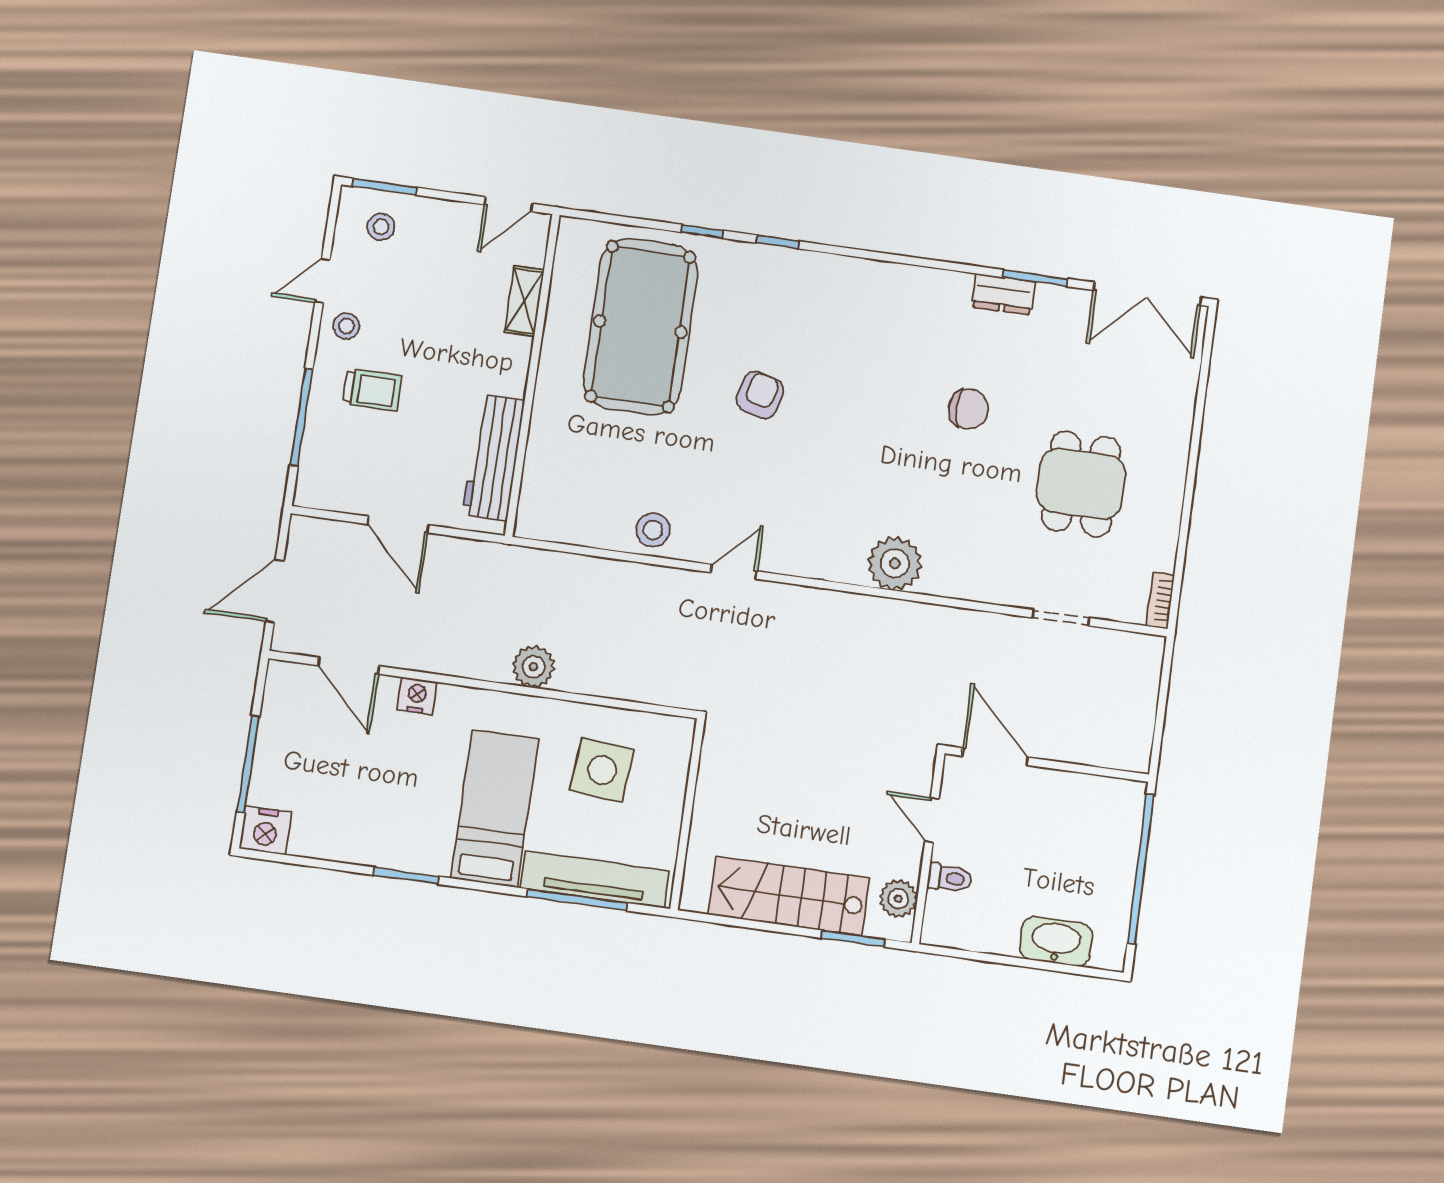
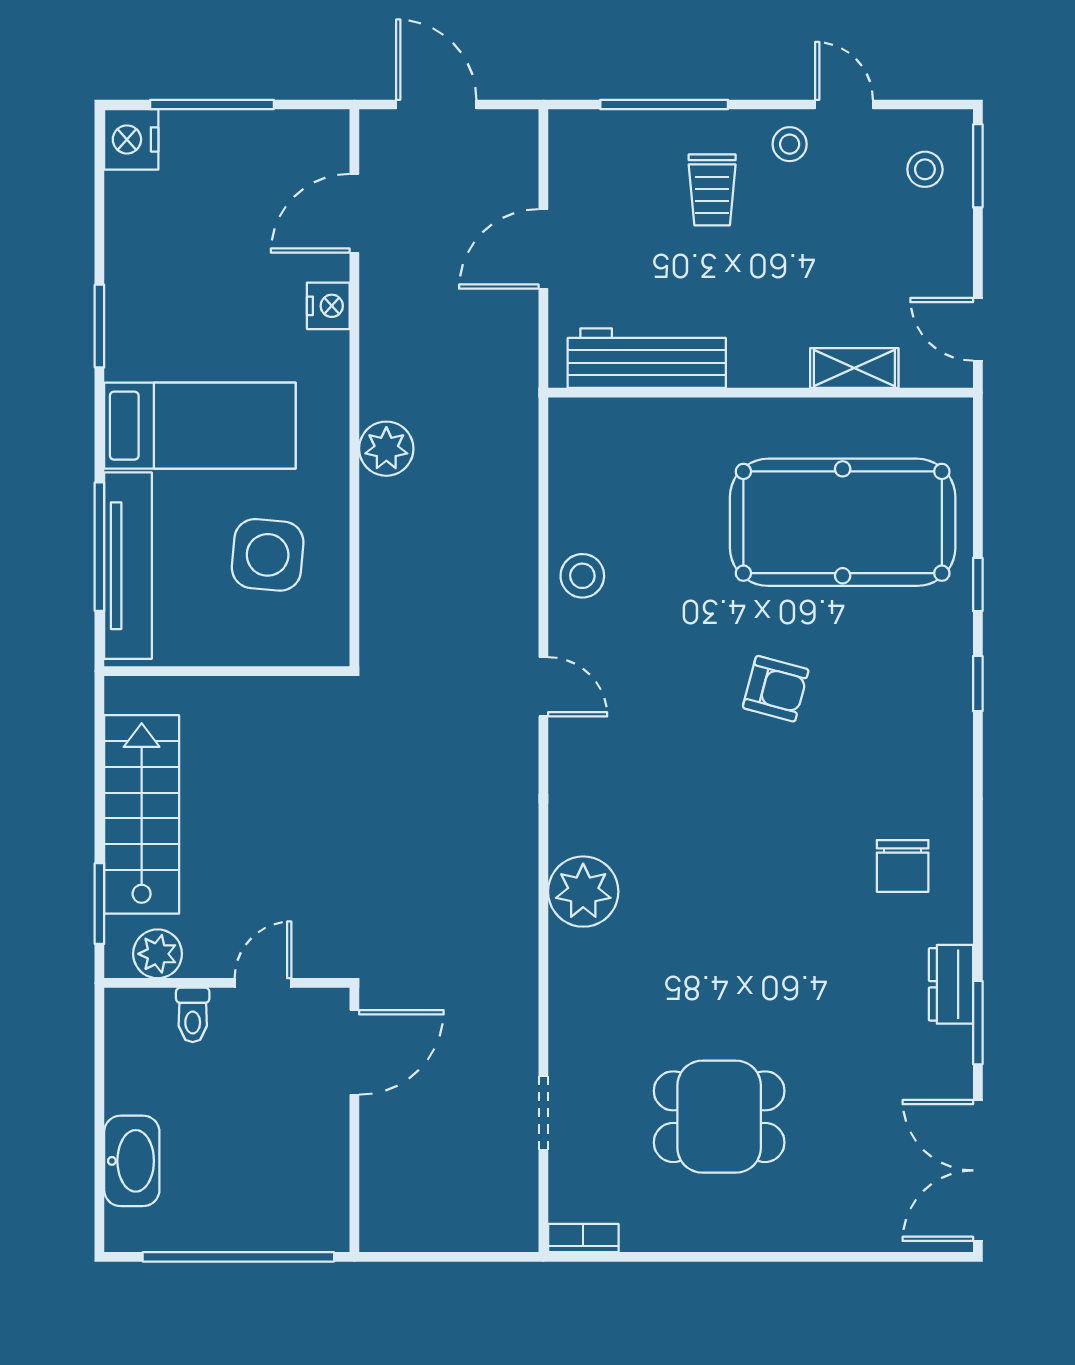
chair: (969, 409) -> (903, 866), moved

